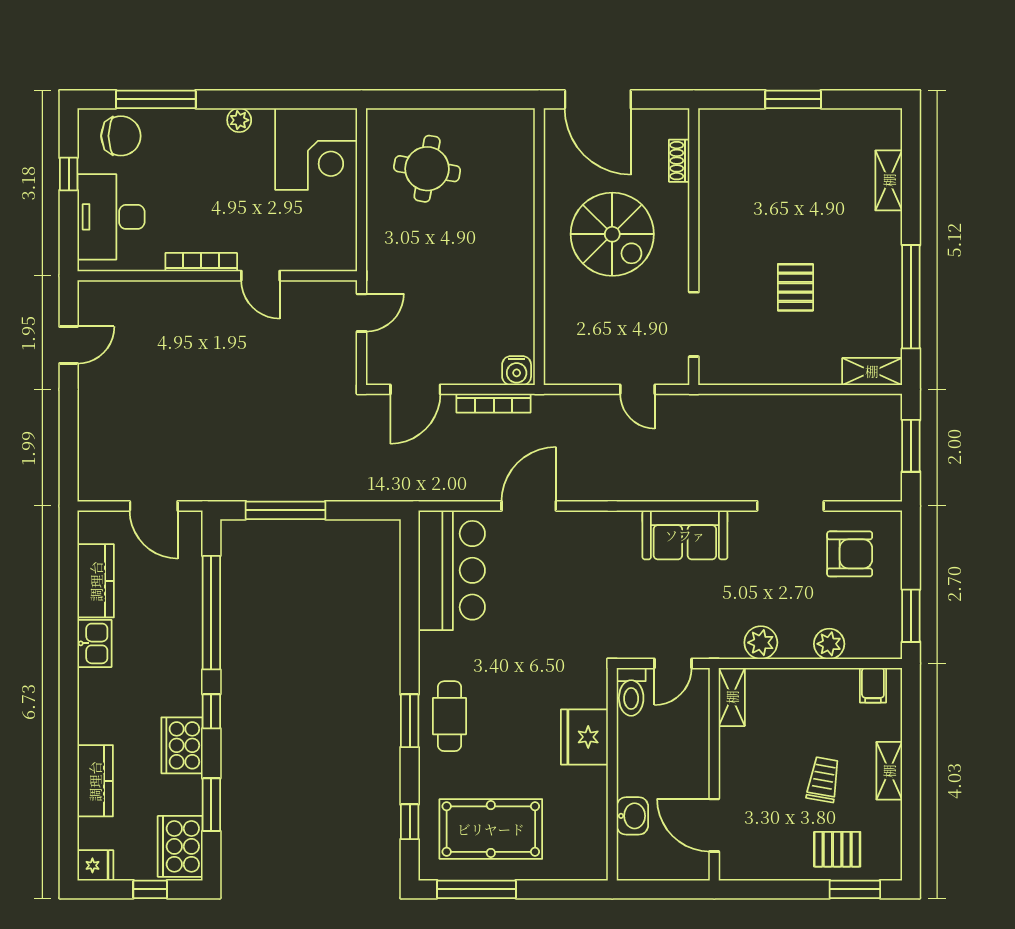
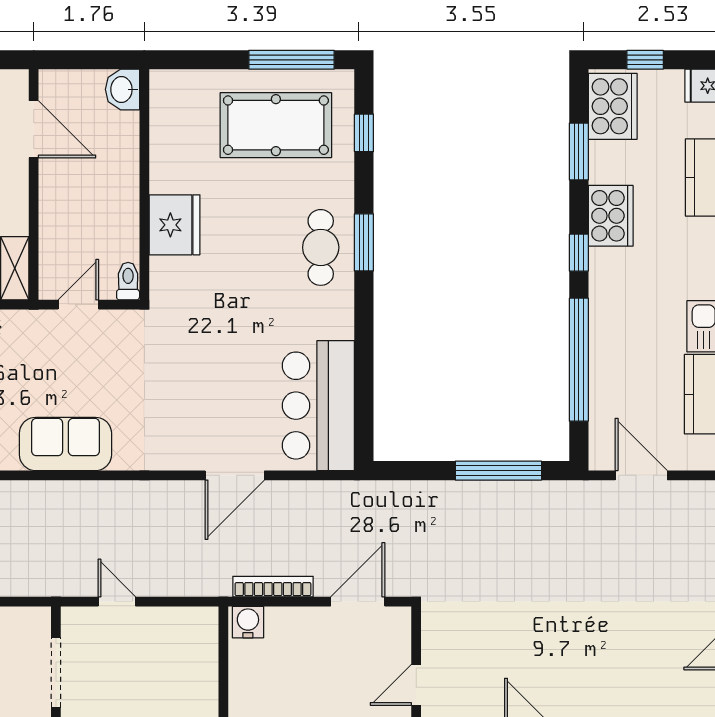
toilet: (631, 692) -> (128, 281), width x0.73, depth x0.72
washbasin: (632, 816) -> (122, 89), moved

